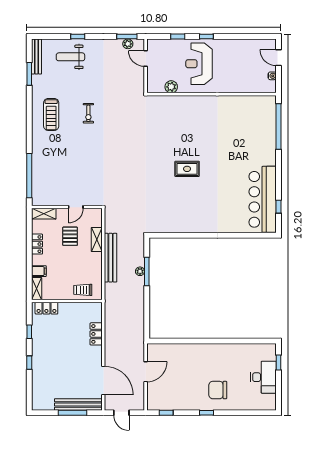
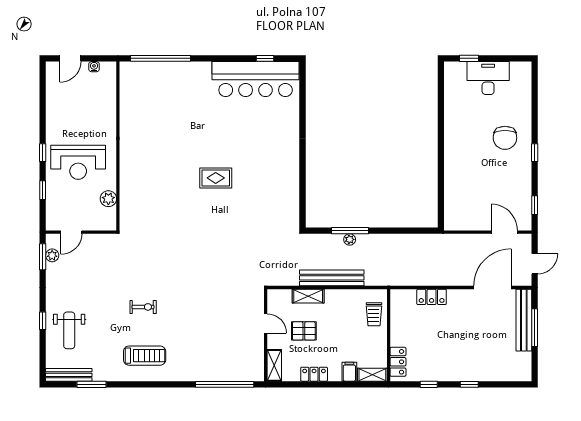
rug: (187, 169) -> (216, 178), turned 90
door: (146, 372) -> (504, 232), moved

